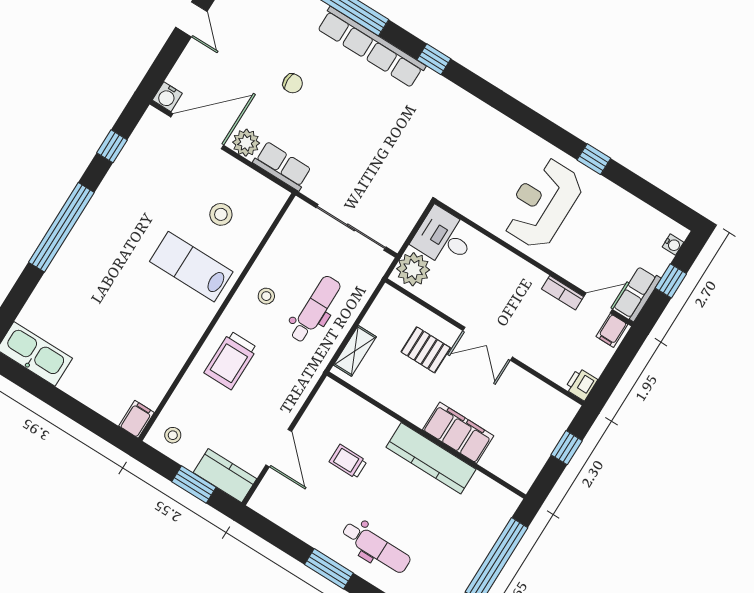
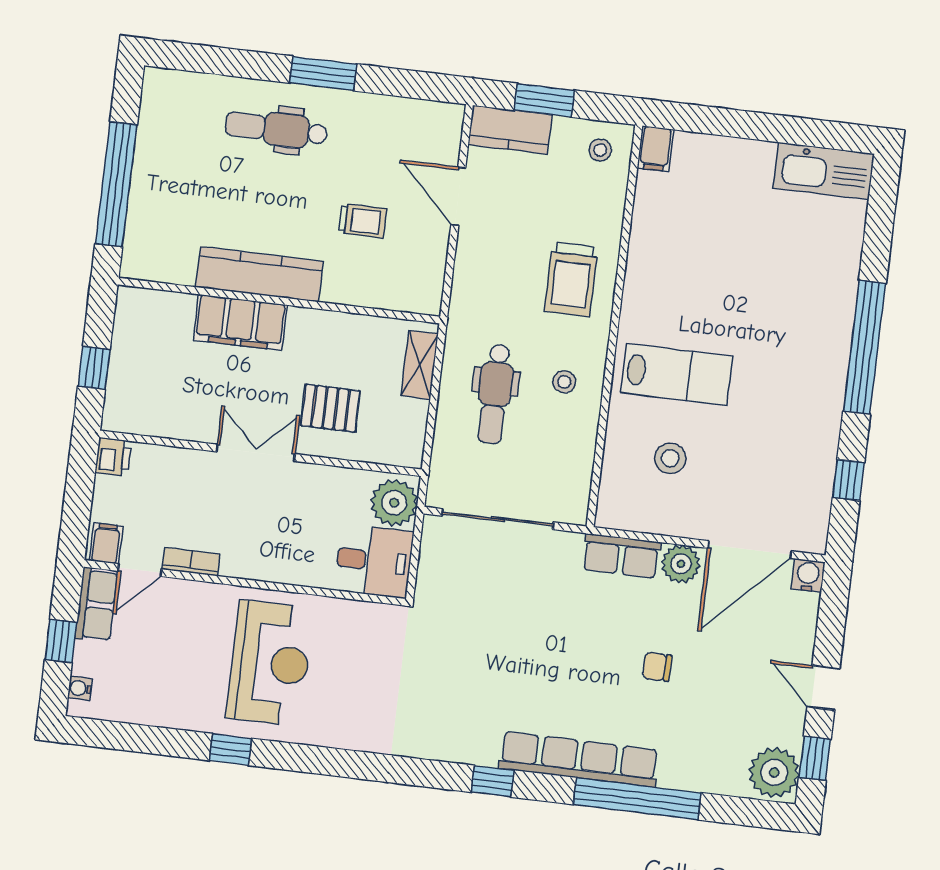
trolley: (231, 360) -> (571, 279), turned 180

